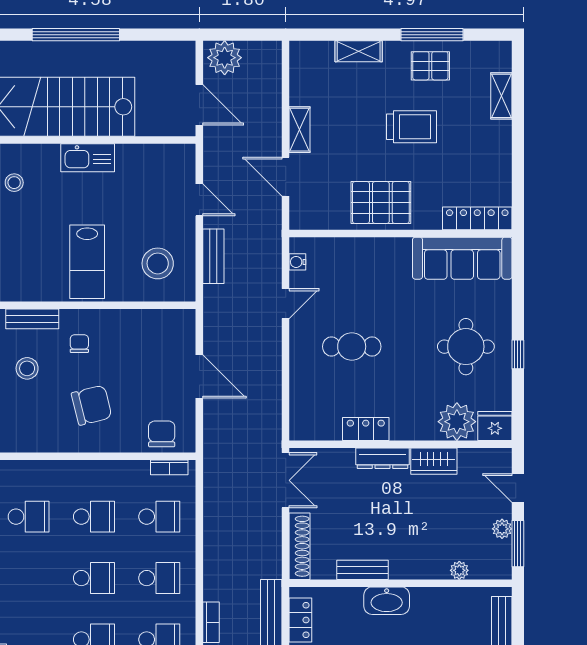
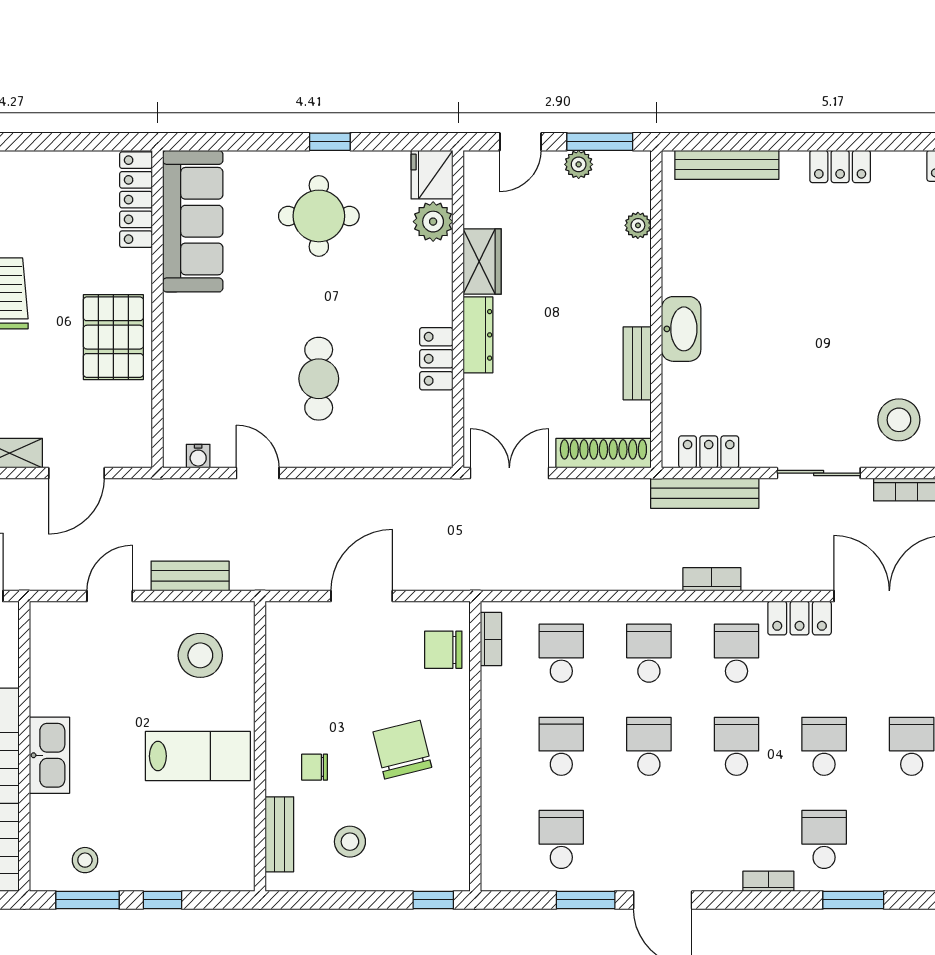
plant: (457, 422) -> (433, 222), width x0.73, depth x0.73

